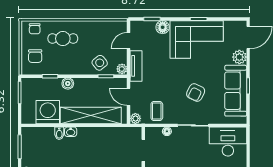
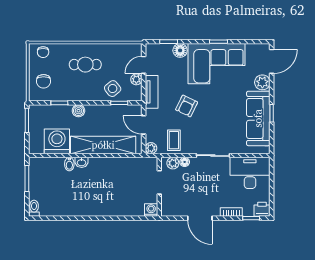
cafe table: (63, 39) -> (85, 65), moved
plant: (122, 69) -> (136, 79), moved
armchair: (196, 93) -> (187, 106), moved
plant: (156, 132) -> (173, 163), added

